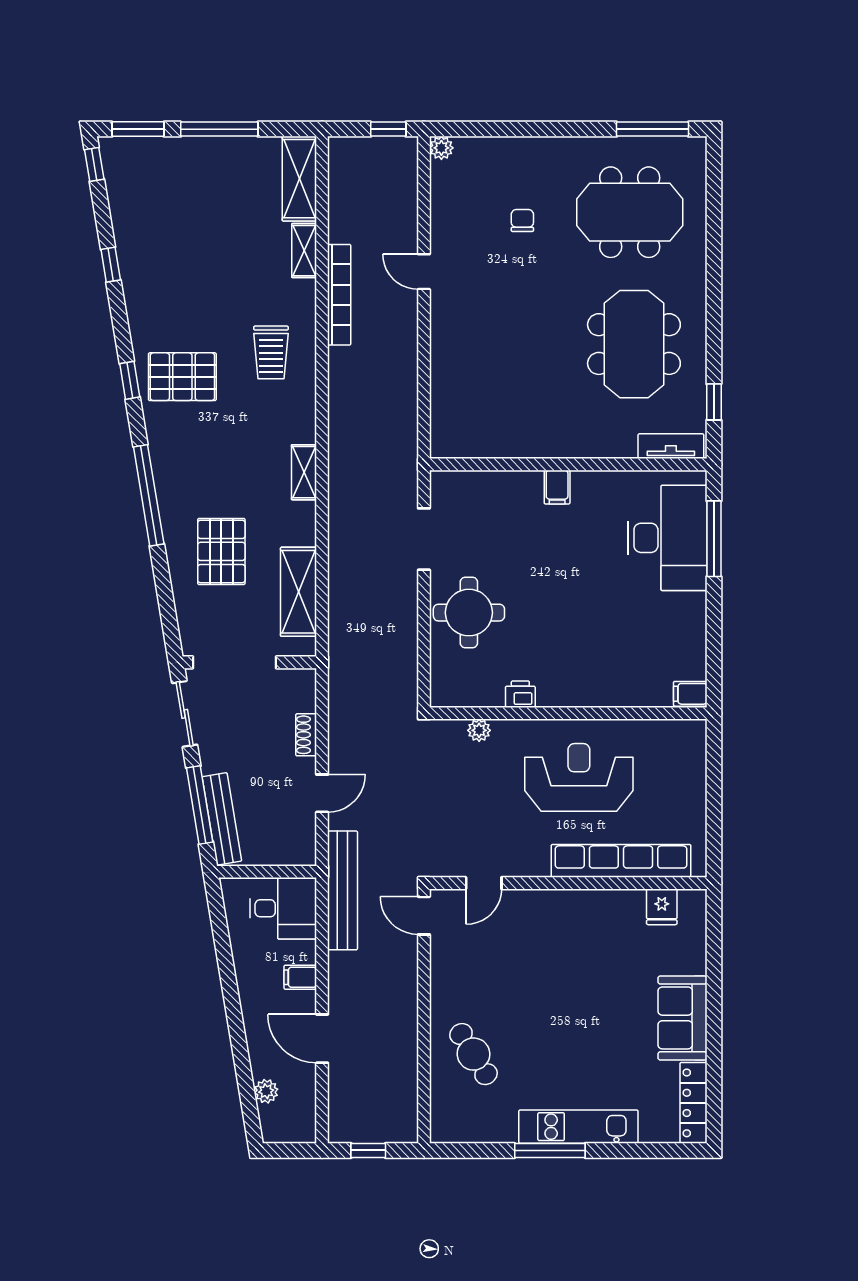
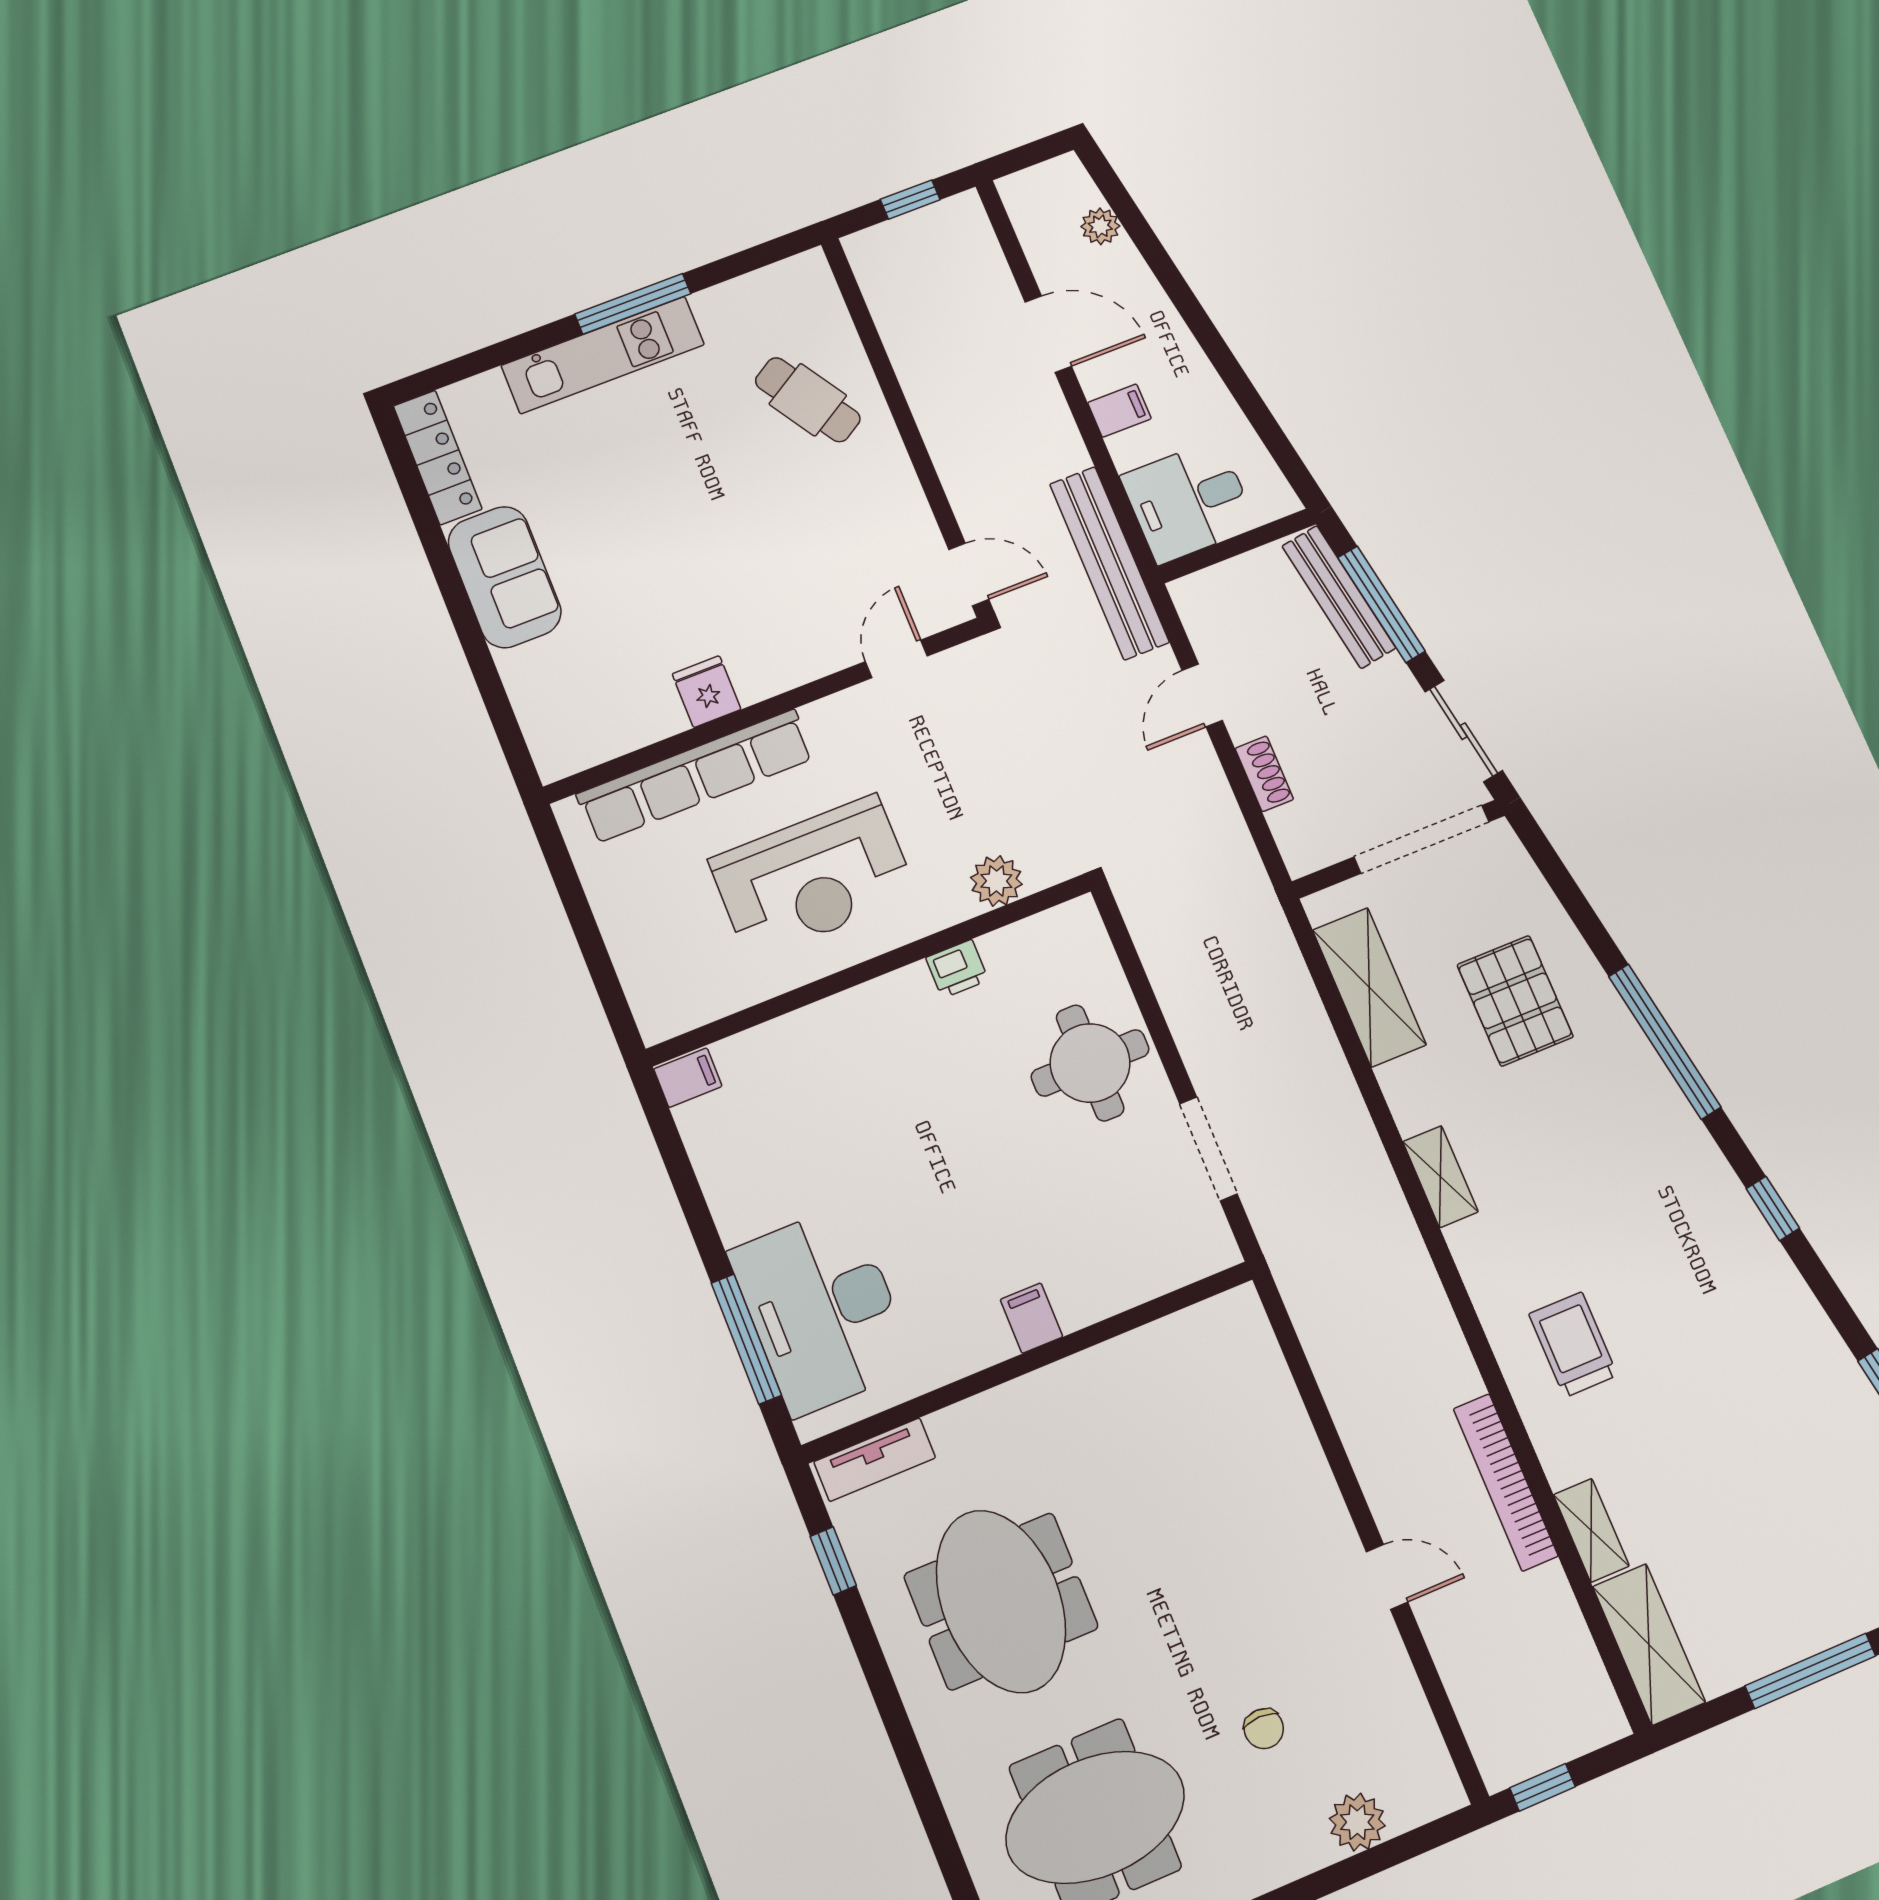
plant: (441, 148) -> (1357, 1822), moved, width x1.38, depth x1.38
pallet: (182, 377) -> (1694, 1248), removed
plant: (479, 730) -> (996, 881), width x1.38, depth x1.38
fridge: (662, 907) -> (707, 692), moved

